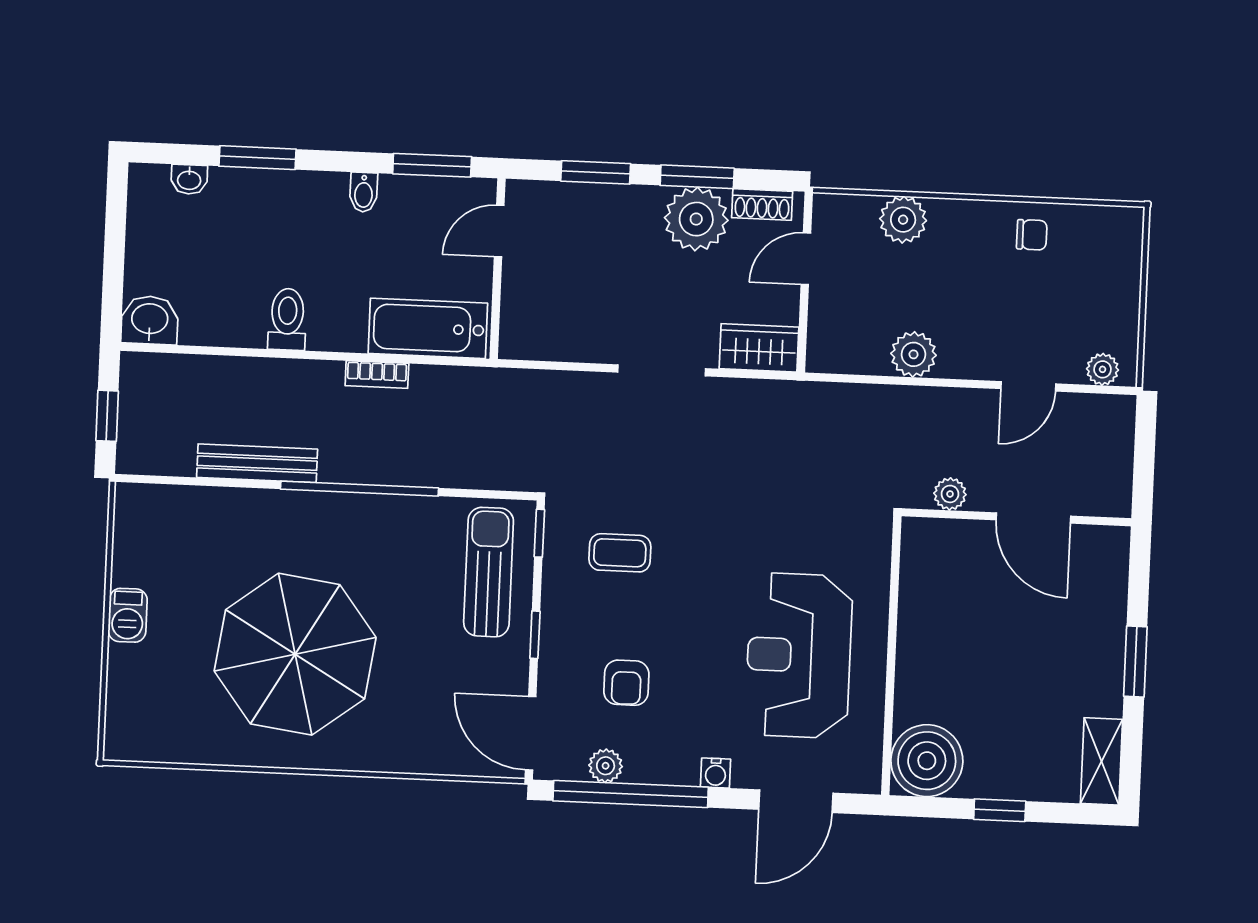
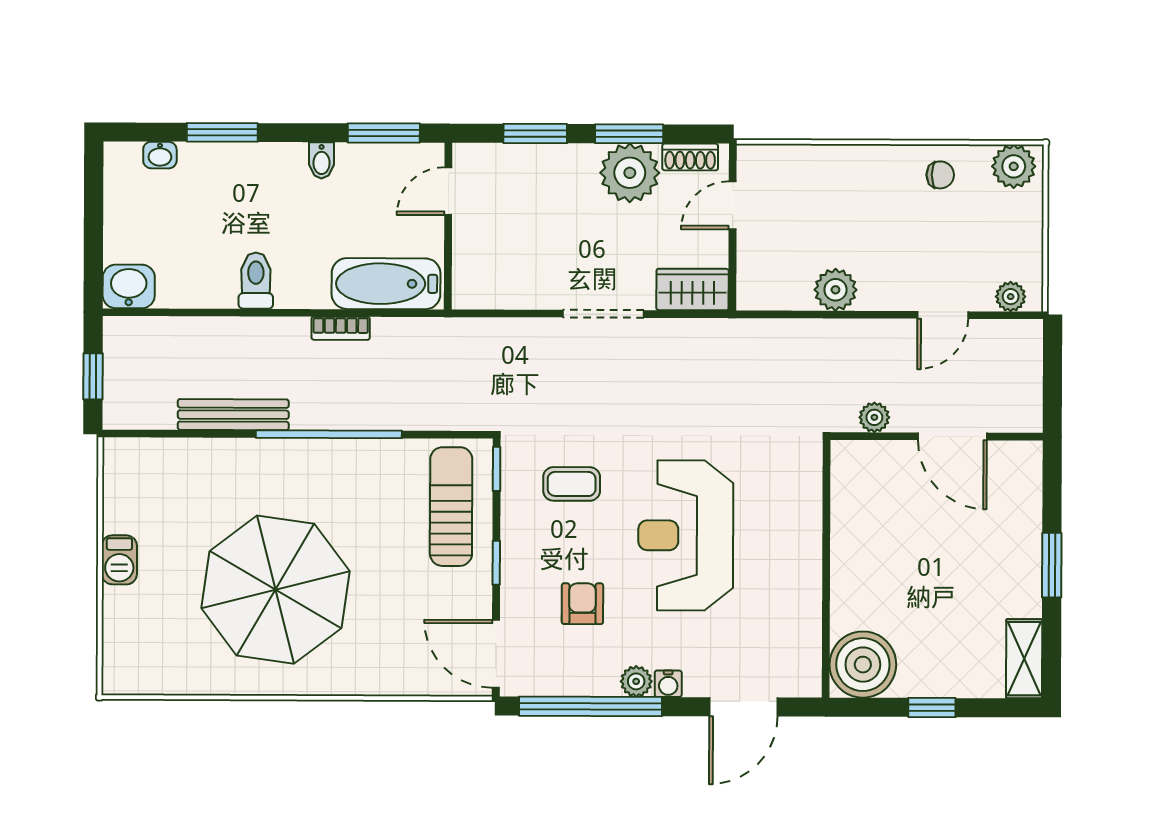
plant: (903, 220) -> (1014, 166), moved
reception desk: (799, 655) -> (686, 535), moved
armchair: (626, 683) -> (582, 604), turned 180
plant: (606, 766) -> (636, 681), moved

